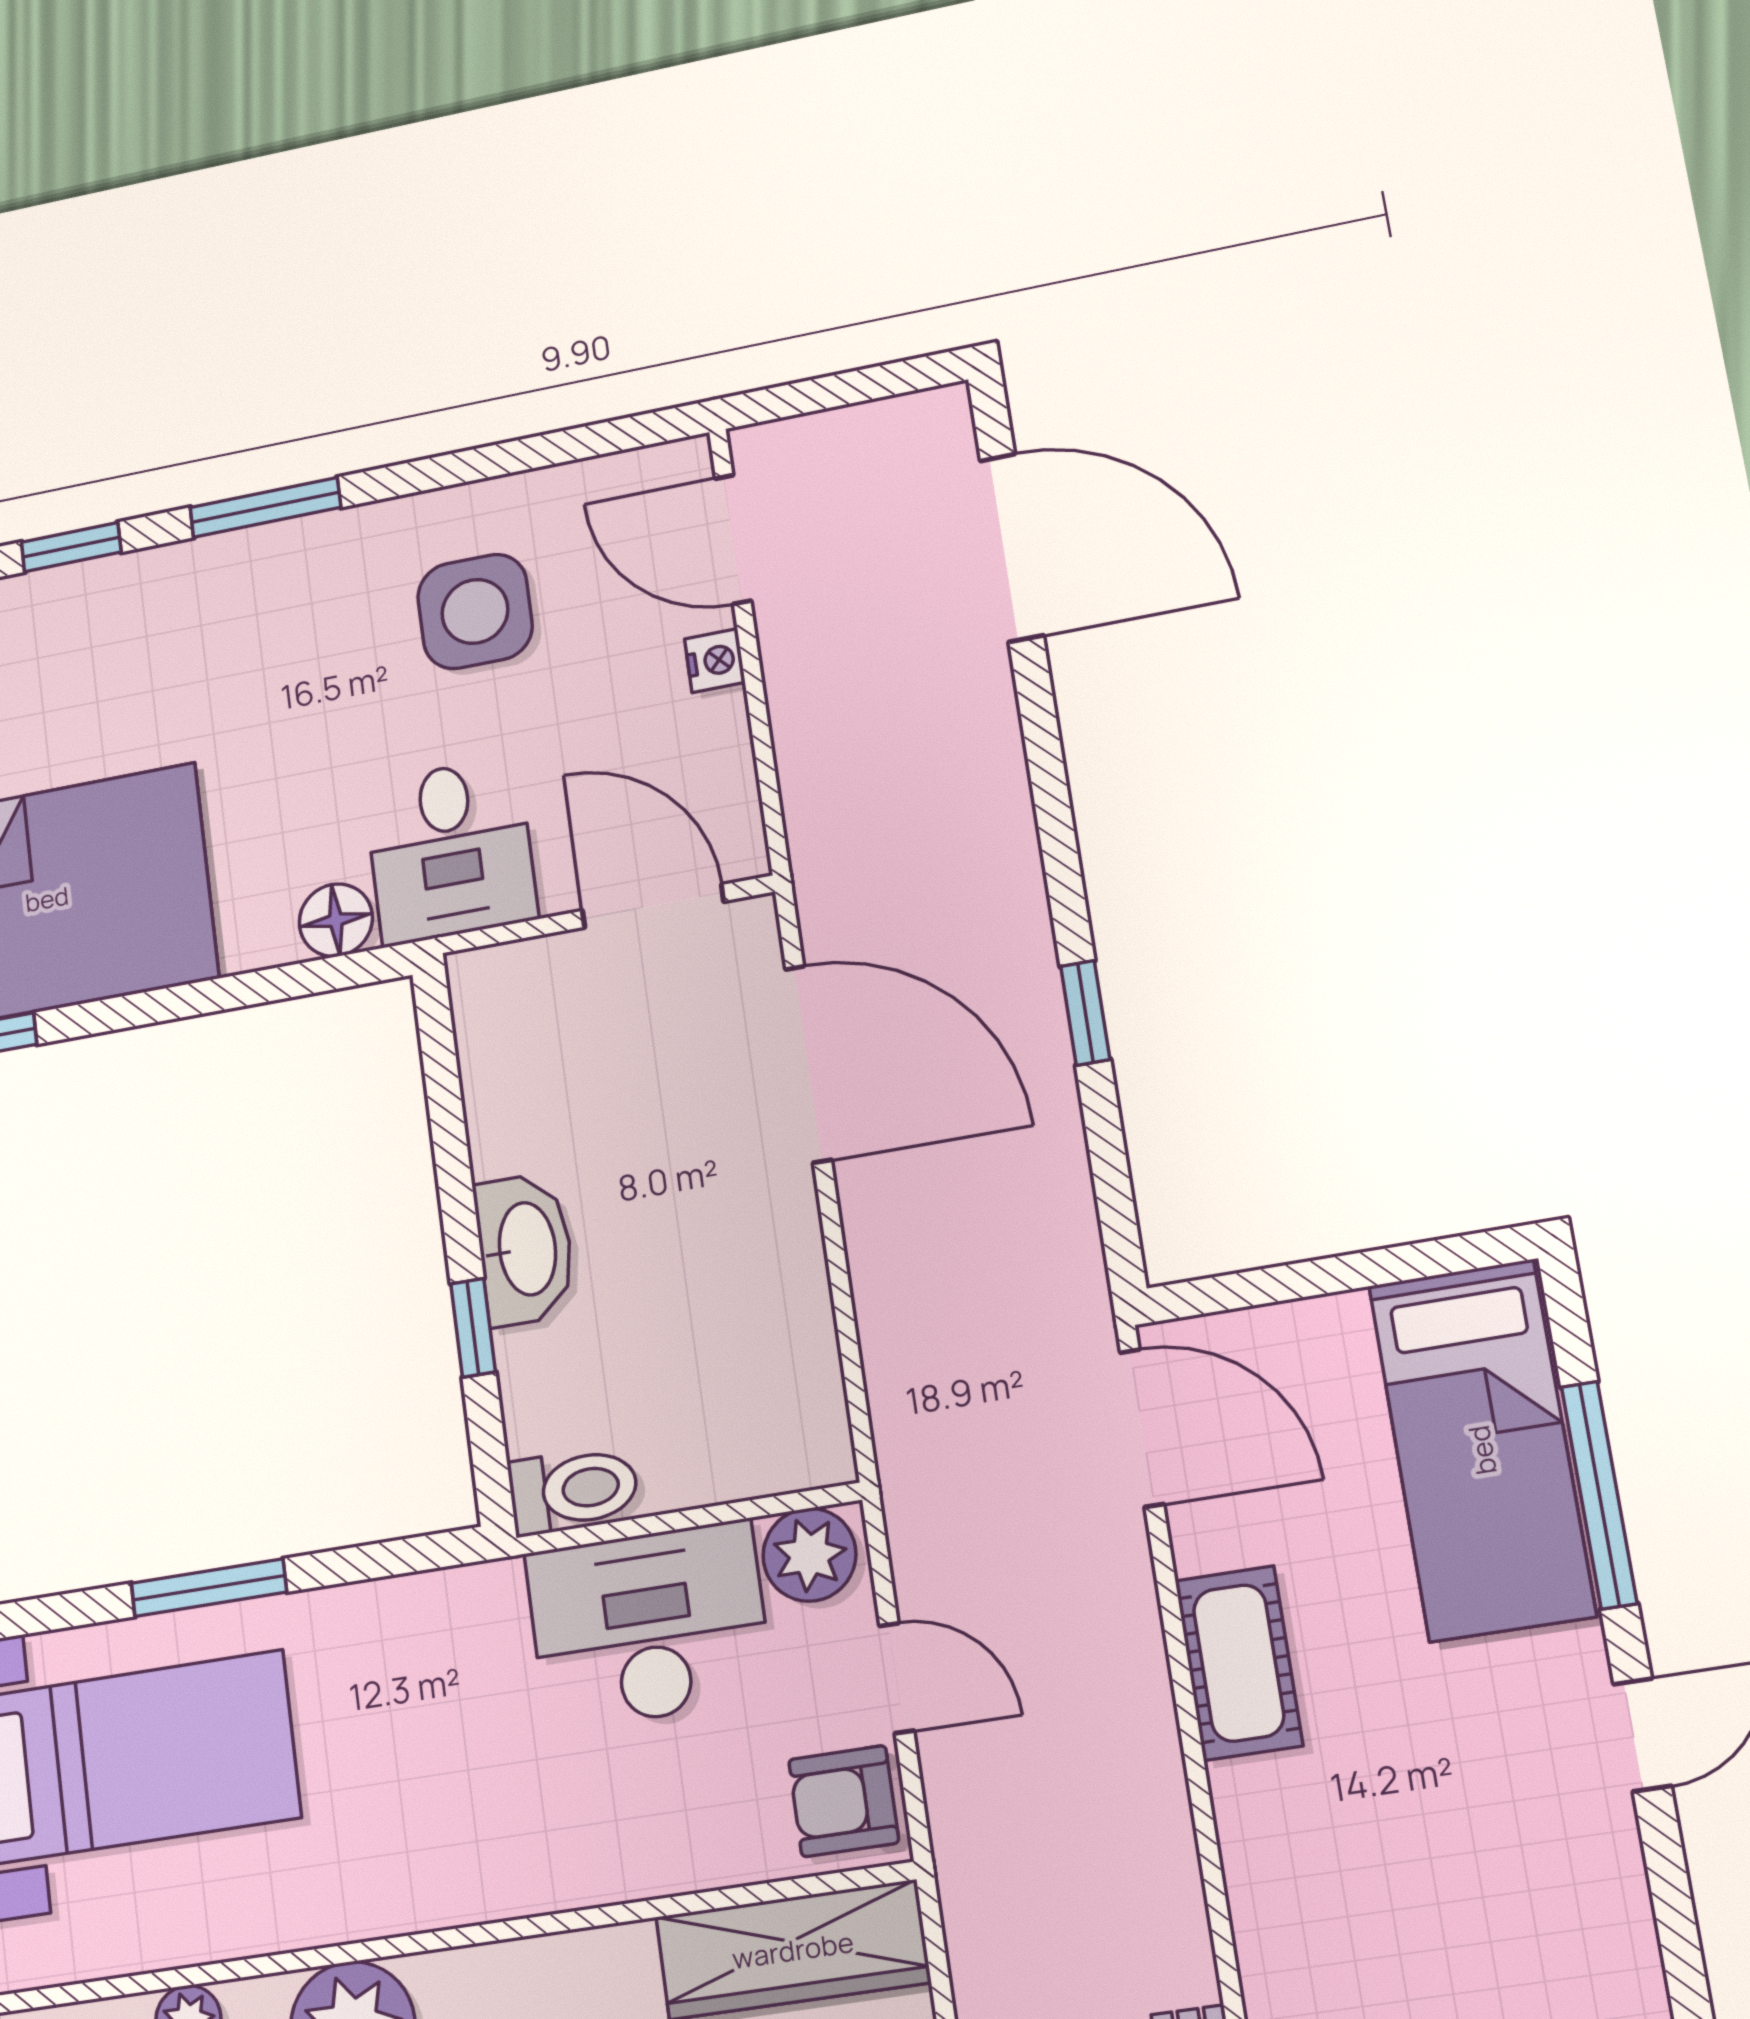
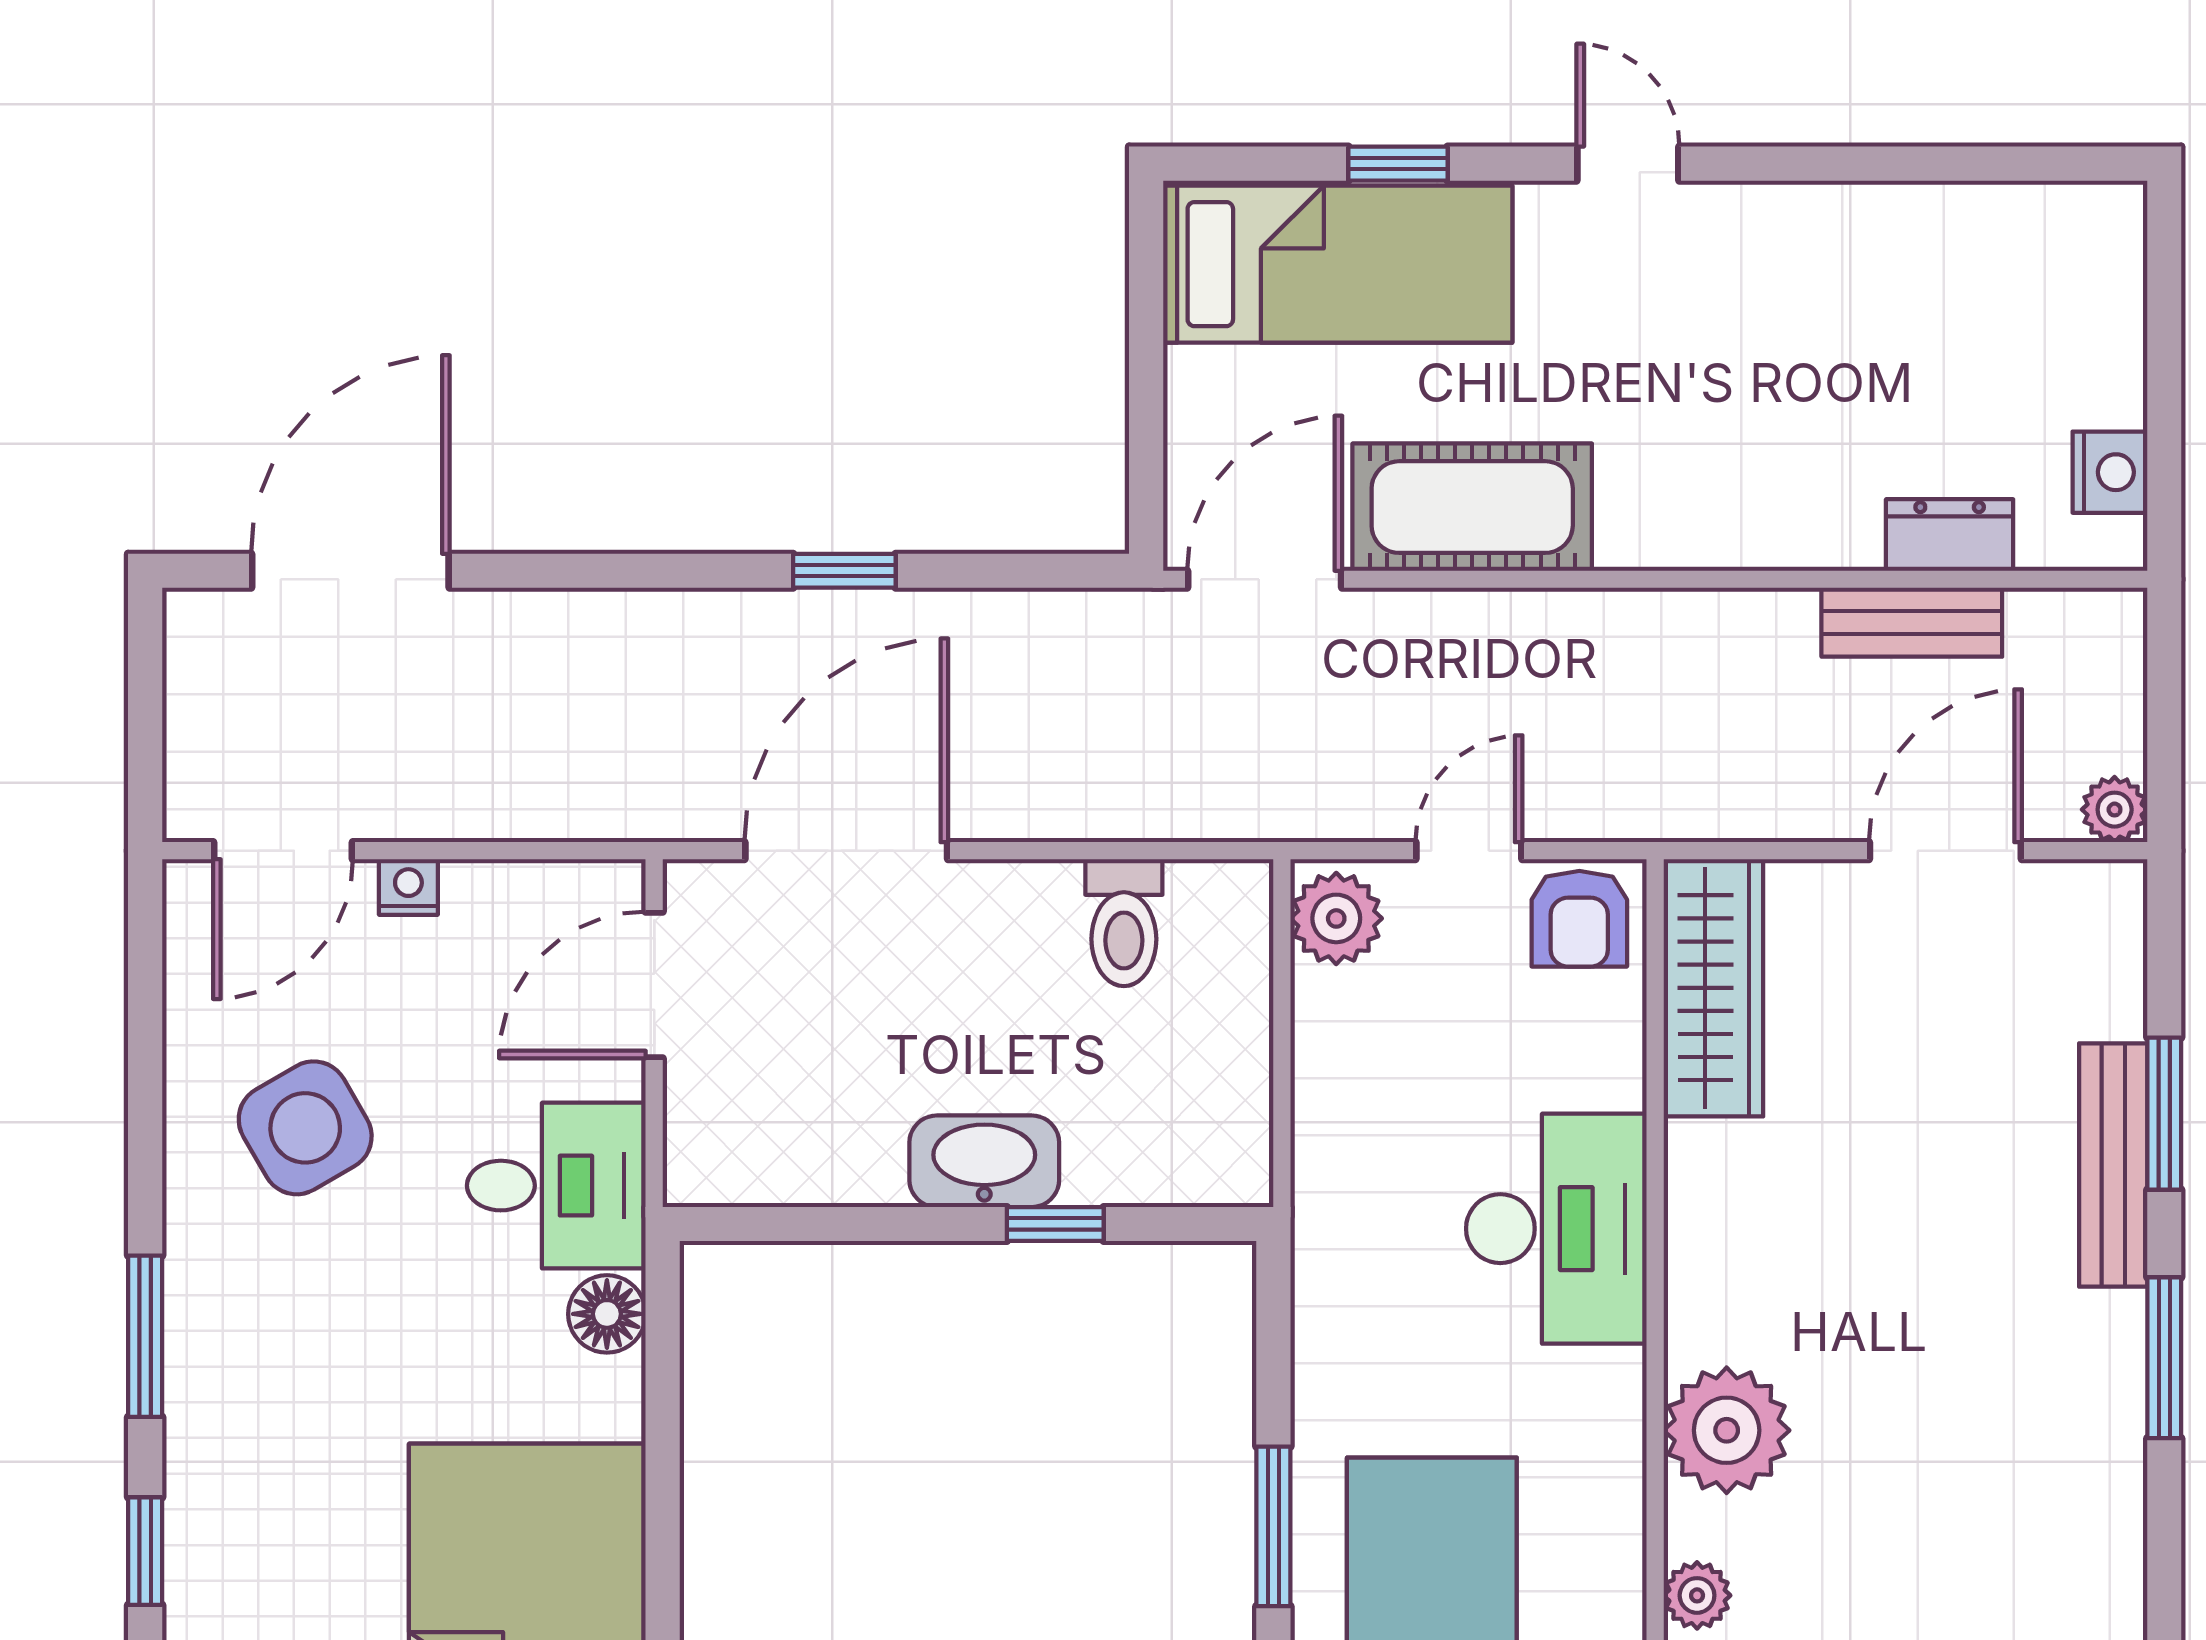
side table: (475, 611) -> (305, 1128), turned -30
toilet: (573, 1490) -> (1124, 923), moved, turned 180
window: (1599, 1495) -> (1398, 164), width x0.46
desk: (649, 1626) -> (1556, 1229), moved, turned 180
cot: (1239, 1663) -> (1472, 507), width x1.37, depth x1.34

